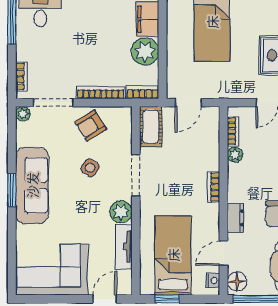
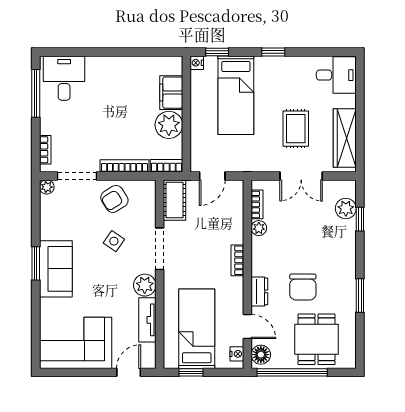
sofa: (32, 185) -> (56, 269), width x0.73
door: (224, 253) -> (247, 327), swing flipped

